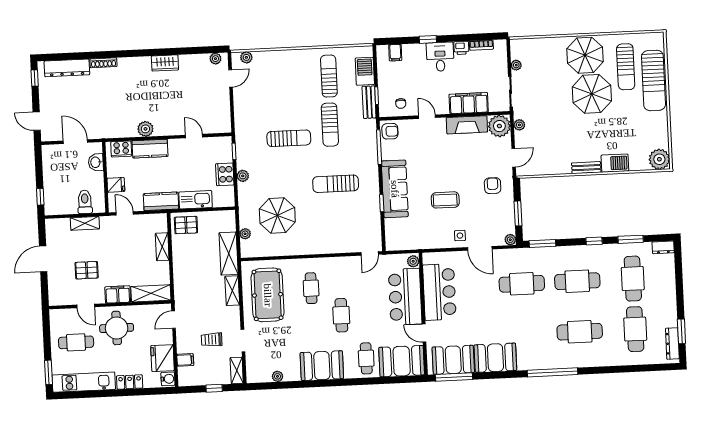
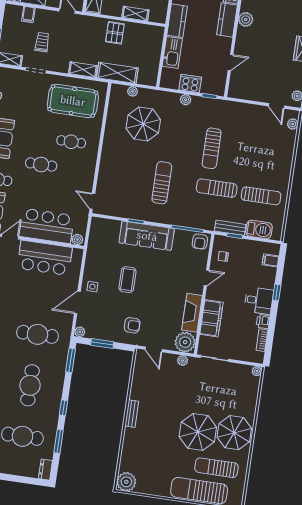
plant: (516, 65) -> (257, 371), moved
barbecue: (615, 163) -> (131, 441), removed
pallet: (186, 225) -> (115, 33), moved
cafe table: (522, 284) -> (38, 334), turned 90

